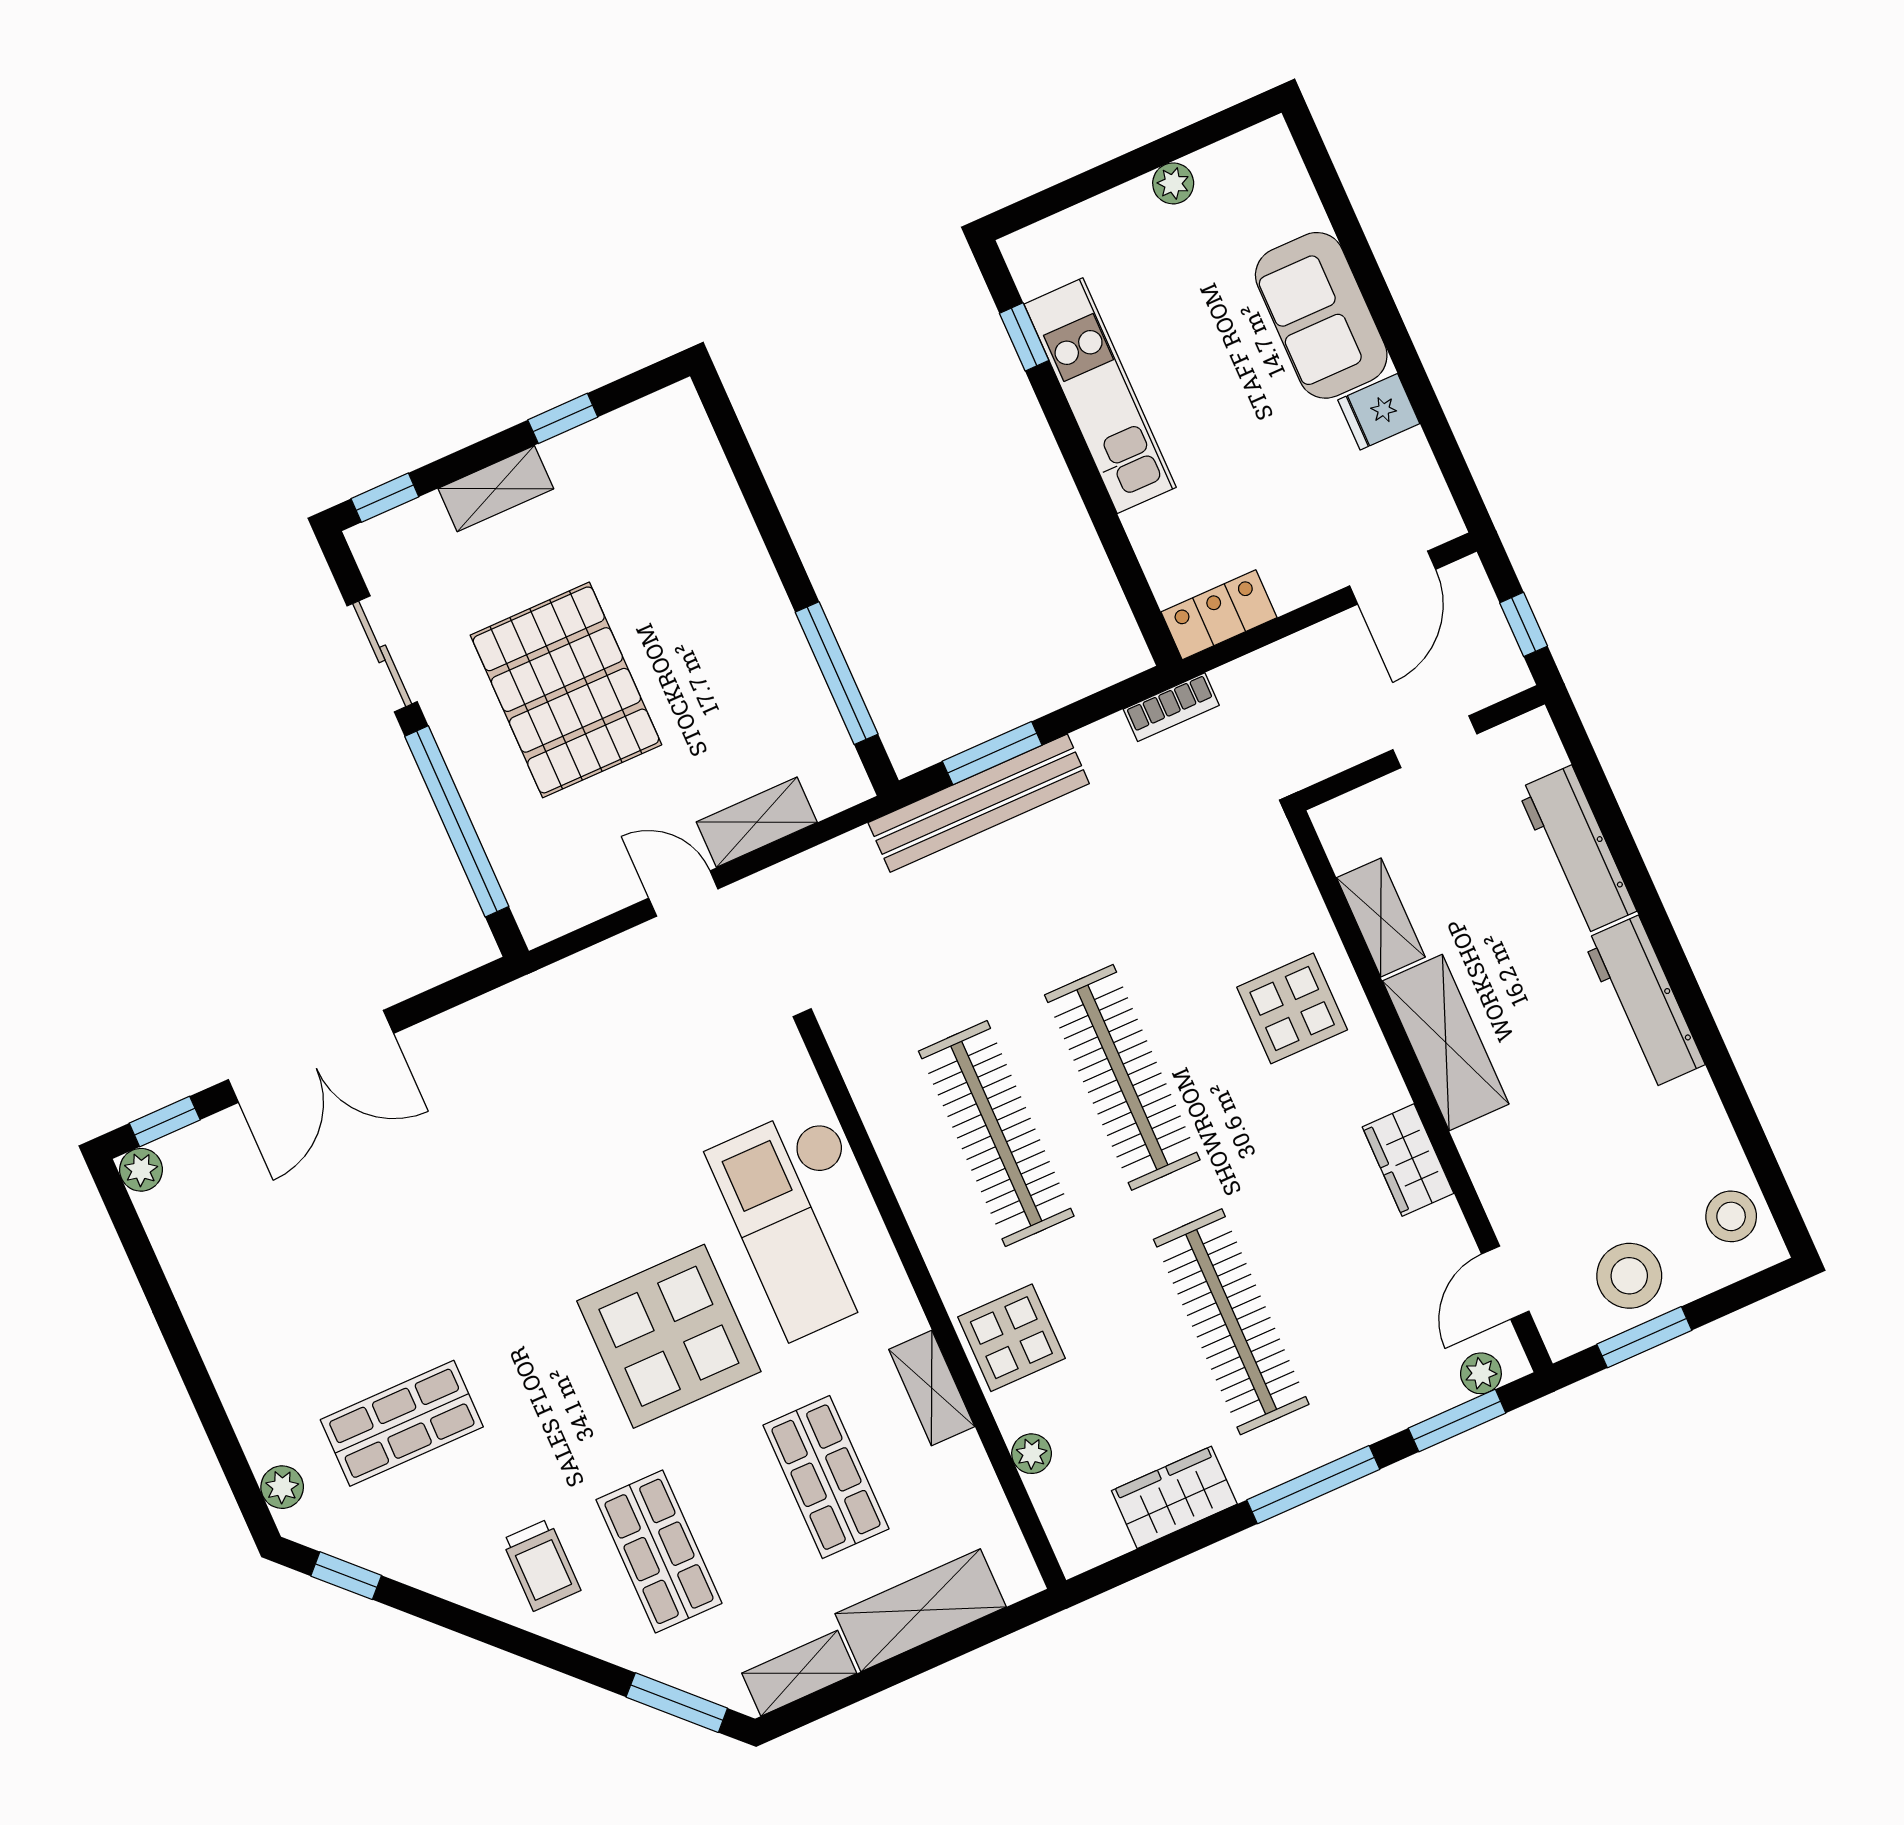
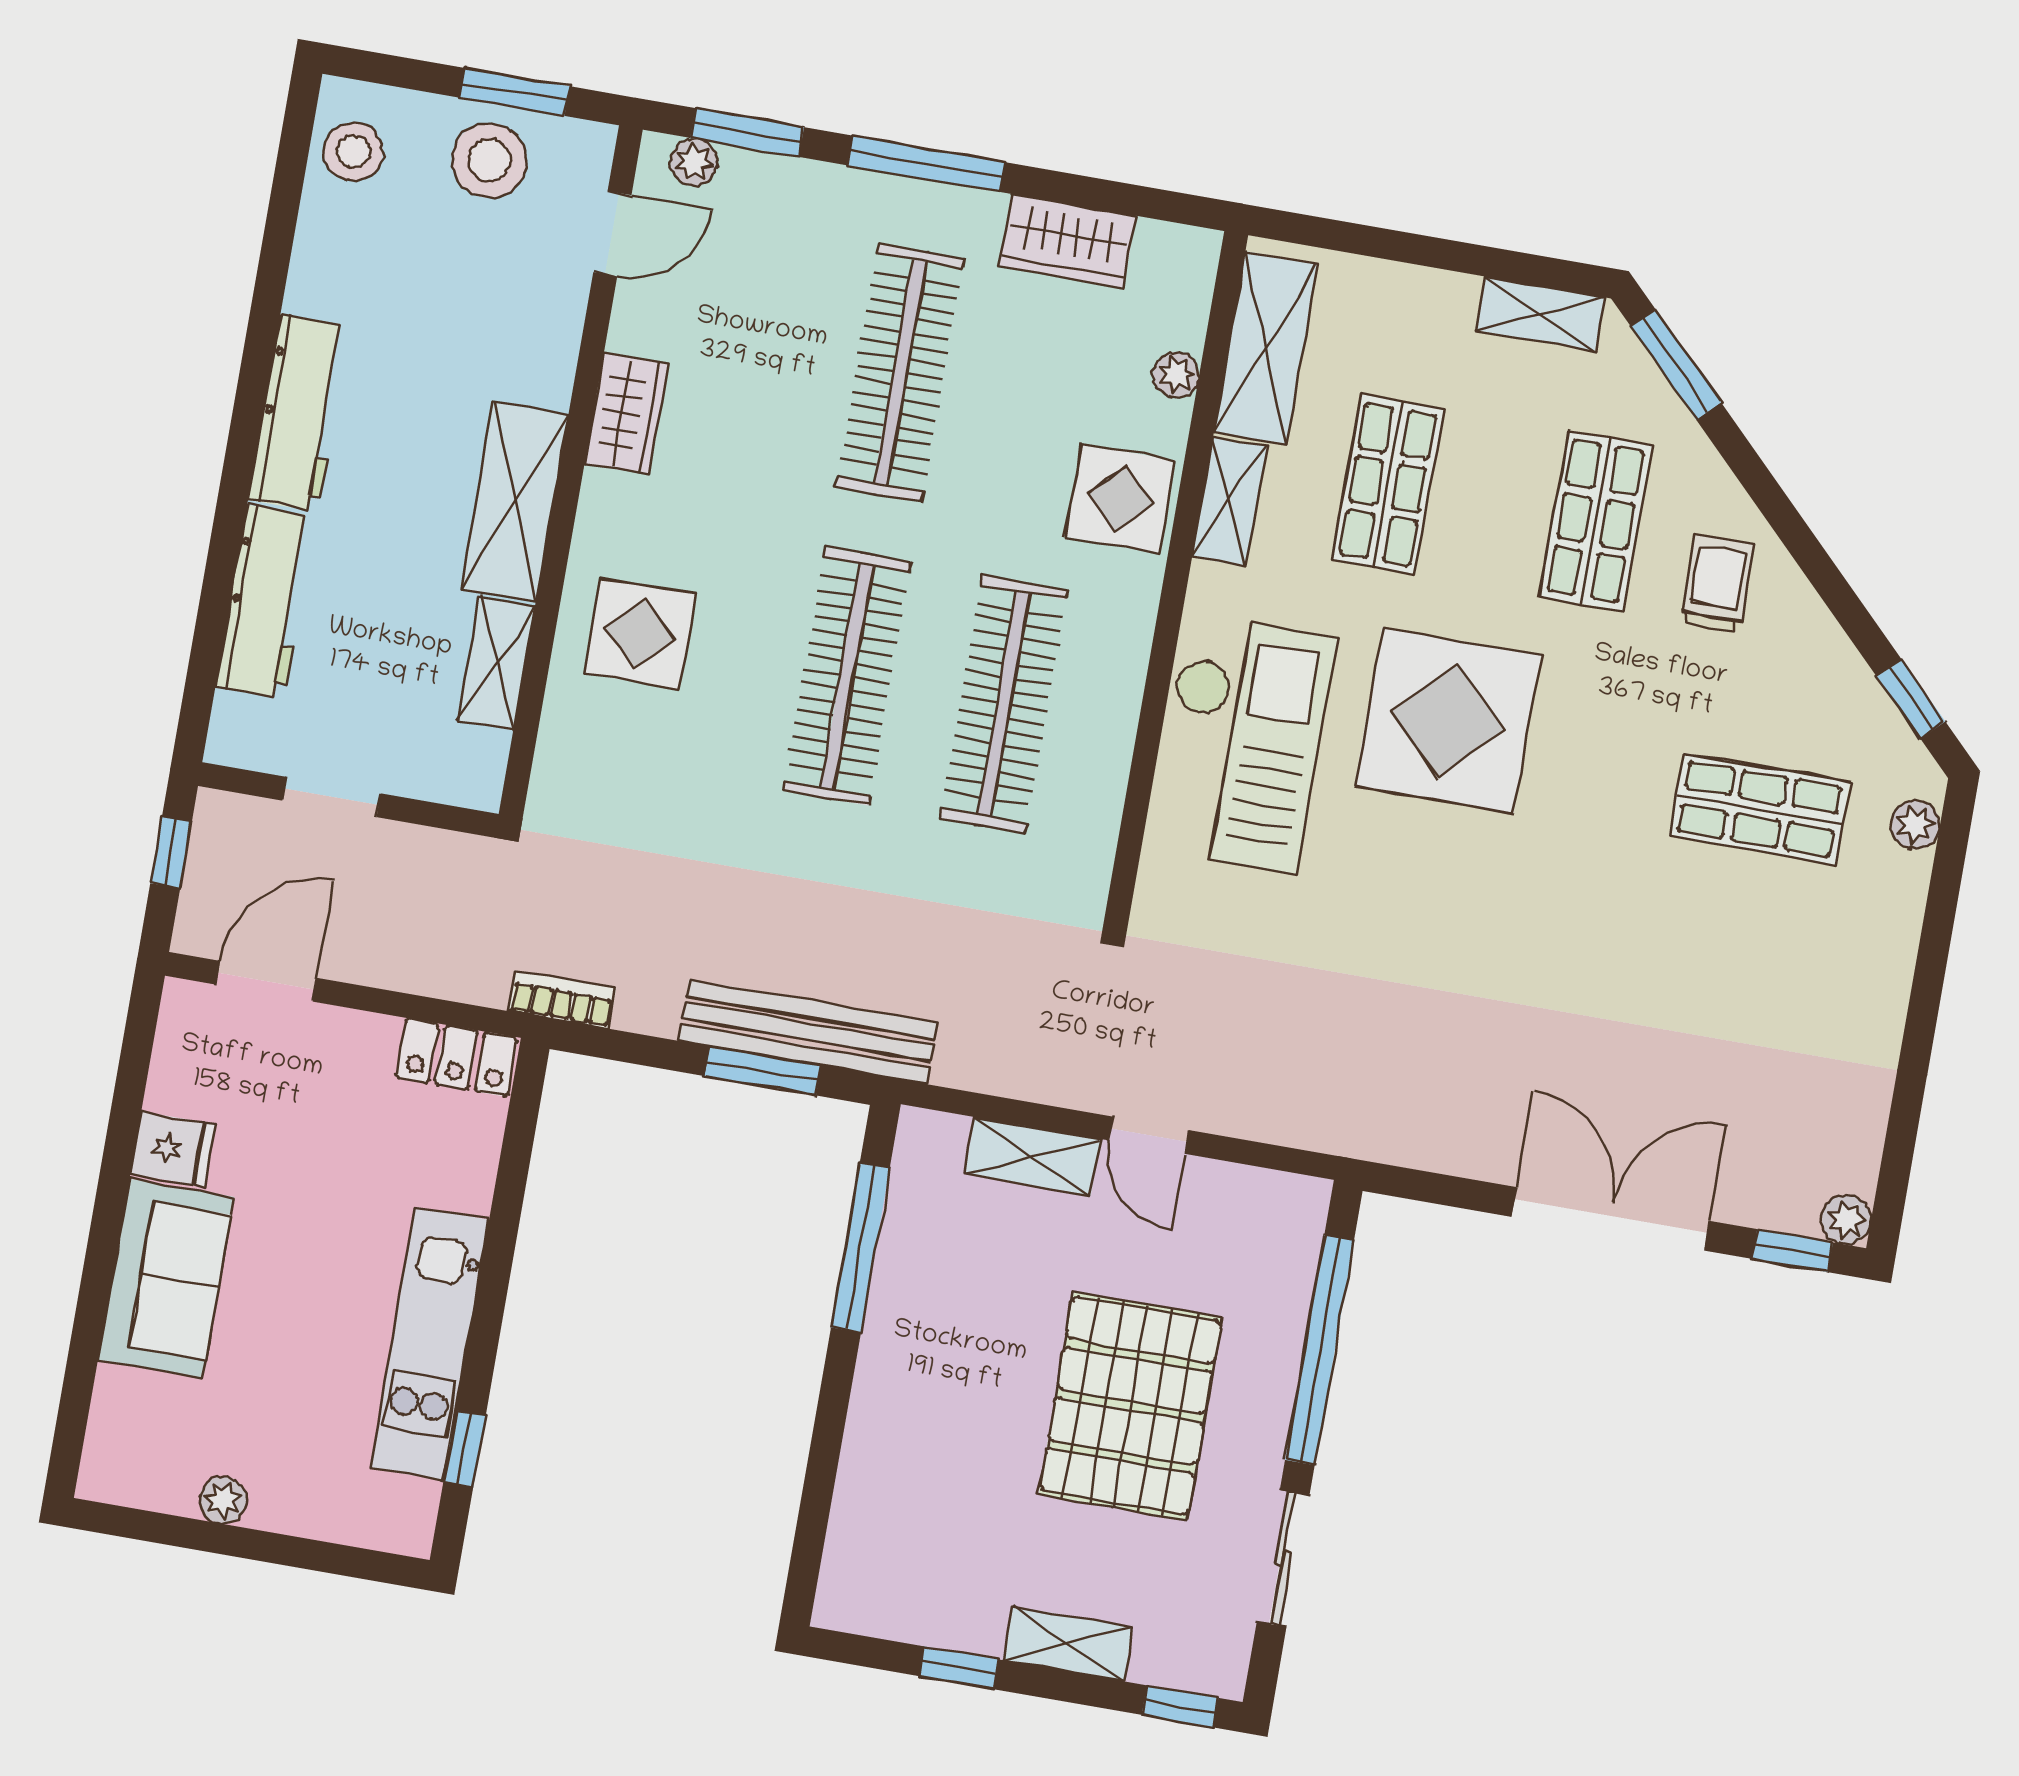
shelving: (921, 1610) -> (1266, 348), moved, turned 90

